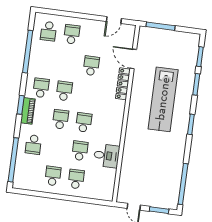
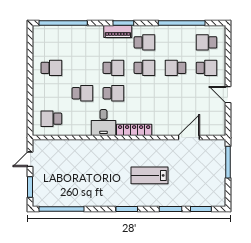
door: (114, 20) -> (228, 95), moved
school desk: (91, 66) -> (175, 68), moved, turned 180
locker: (123, 84) -> (134, 130), moved
lab bench: (163, 99) -> (150, 175), width x0.54, depth x0.72
school desk: (33, 145) -> (82, 42), removed
desk: (106, 156) -> (103, 123), moved
school desk: (76, 179) -> (51, 119), moved, turned 180

